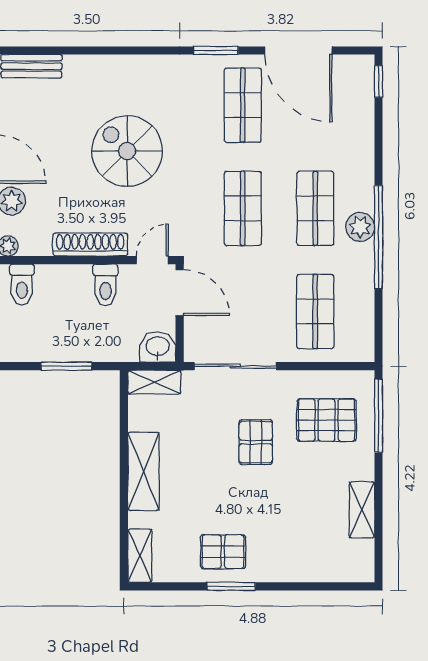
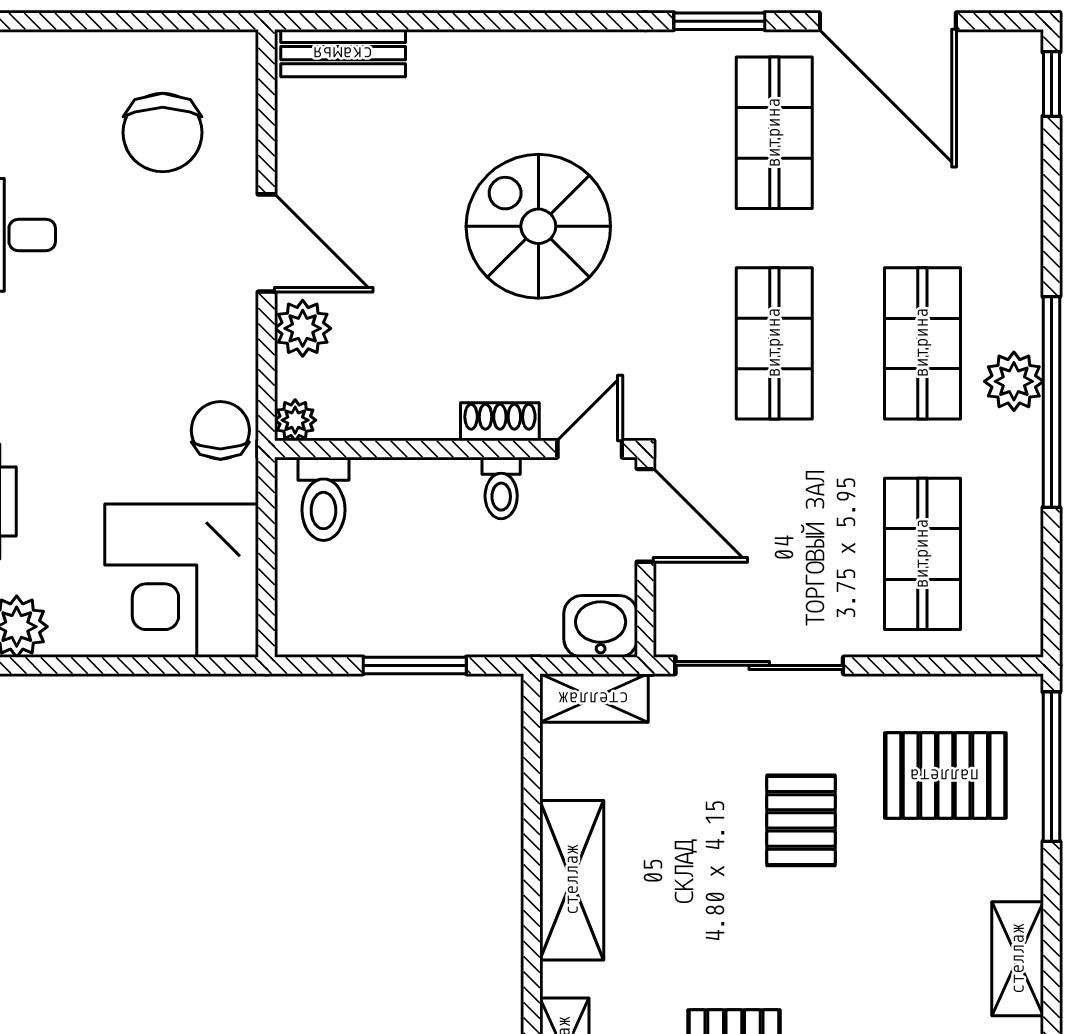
shoe rack: (90, 245) -> (500, 422), width x0.51, depth x0.81
toilet: (105, 285) -> (501, 488), width x0.73, depth x0.72

